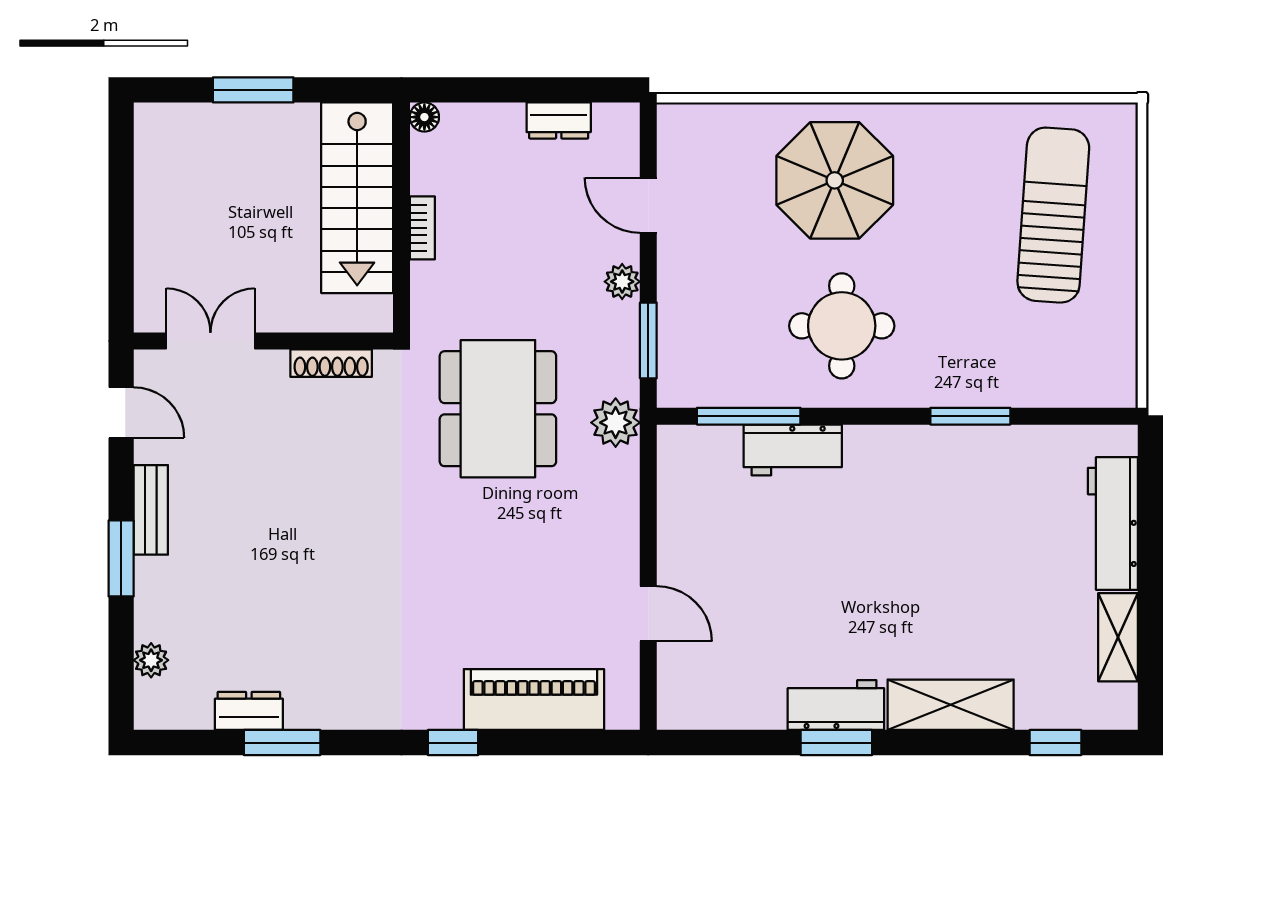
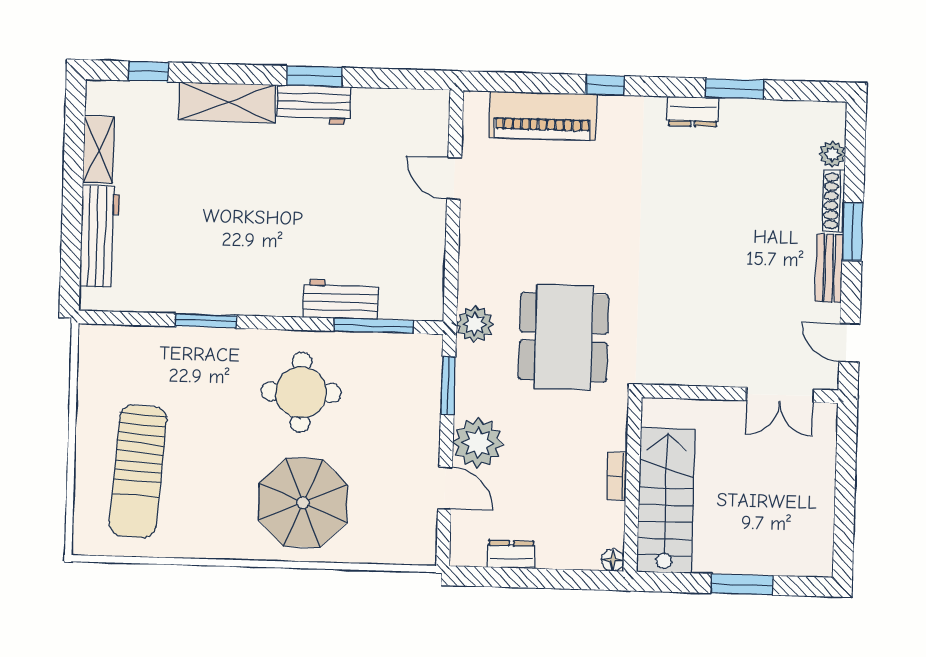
plant: (622, 282) -> (478, 443), width x1.88, depth x1.88
shoe rack: (331, 363) -> (834, 201), moved, turned -90
dresser: (249, 711) -> (693, 112), moved

